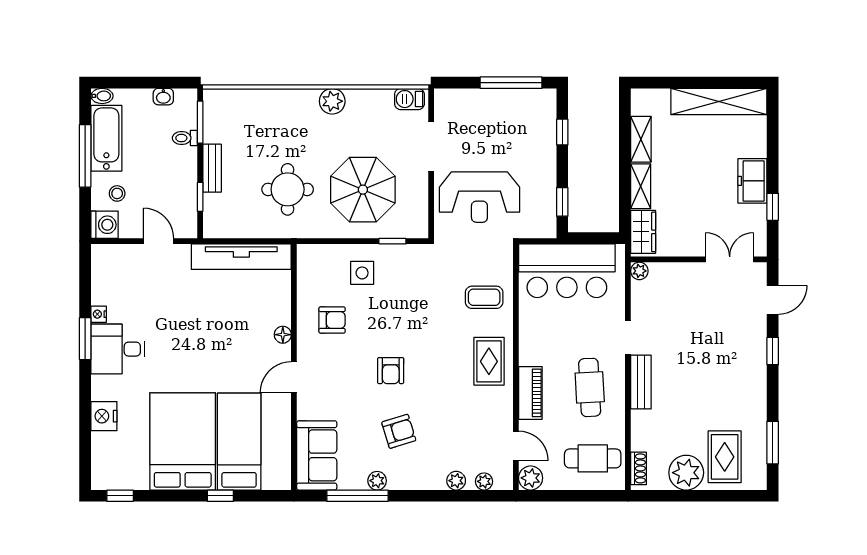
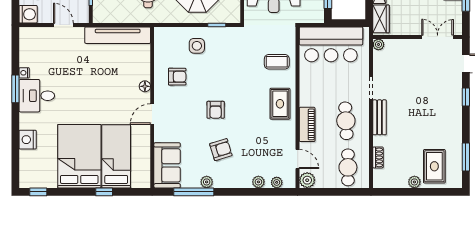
cafe table: (593, 458) -> (348, 167), turned 90
shoe rack: (639, 468) -> (378, 157), moved
plant: (686, 473) -> (414, 182), width x0.53, depth x0.53

